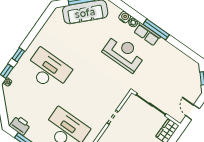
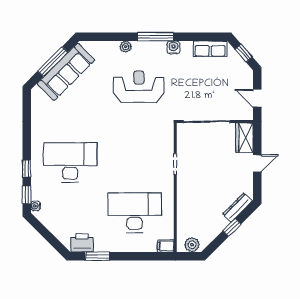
water cooler: (125, 17) -> (173, 48), moved
row of seats: (147, 34) -> (210, 49), moved

